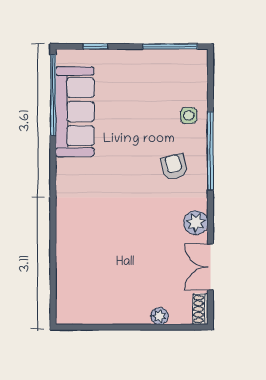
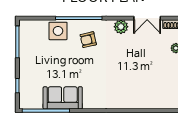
sofa: (75, 112) -> (63, 98), width x0.73
side table: (189, 115) -> (58, 31), width x1.87, depth x1.87

